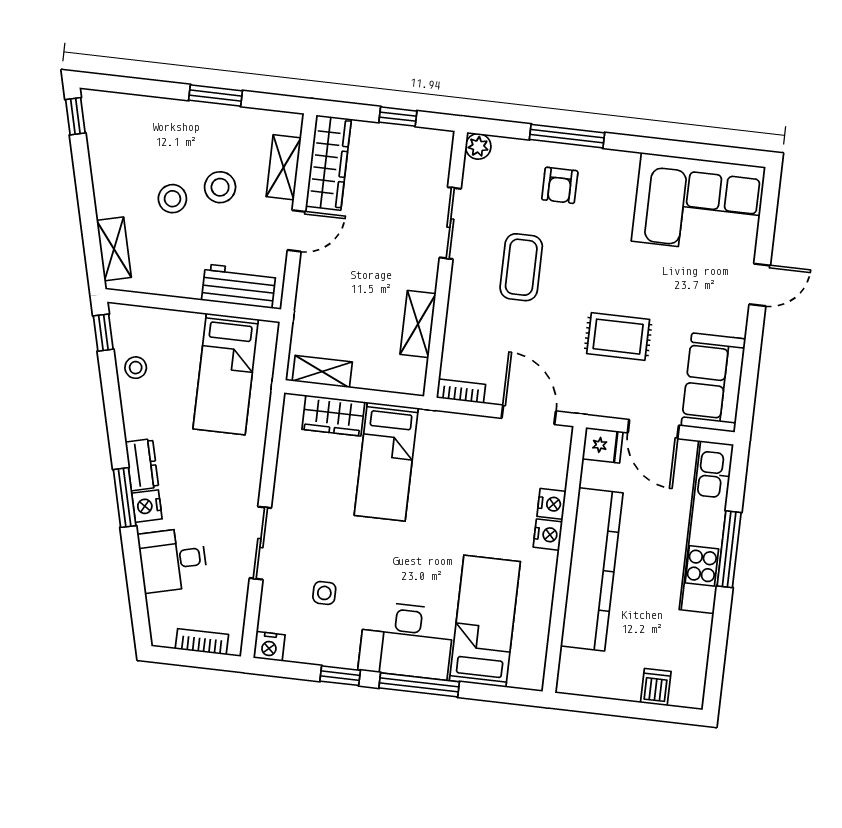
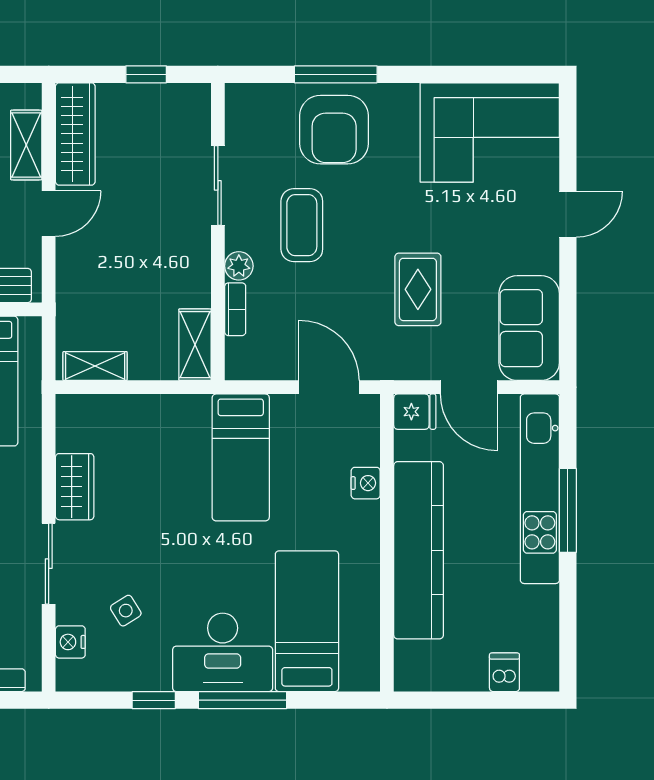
plant: (478, 146) -> (239, 266), moved
armchair: (560, 185) -> (334, 130), width x1.88, depth x1.88
shelving: (418, 324) -> (195, 345), moved
rug: (618, 337) -> (418, 289), turned 90
bookcase: (461, 391) -> (235, 309), moved, turned 90
wardrobe: (333, 416) -> (75, 487), moved, turned -90
bed: (386, 462) -> (241, 457), moved
nightstand: (548, 535) -> (366, 517), removed
side table: (324, 593) -> (126, 611), turned -32
nightstand: (269, 646) -> (70, 642), moved, turned 90

